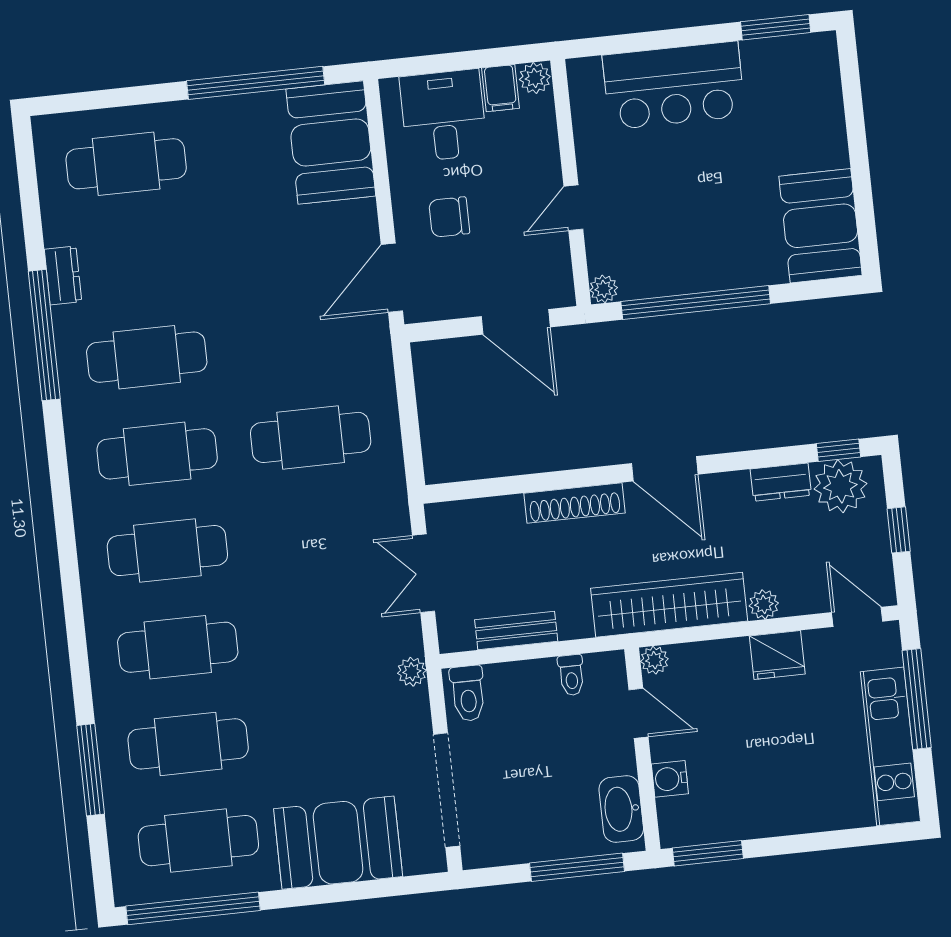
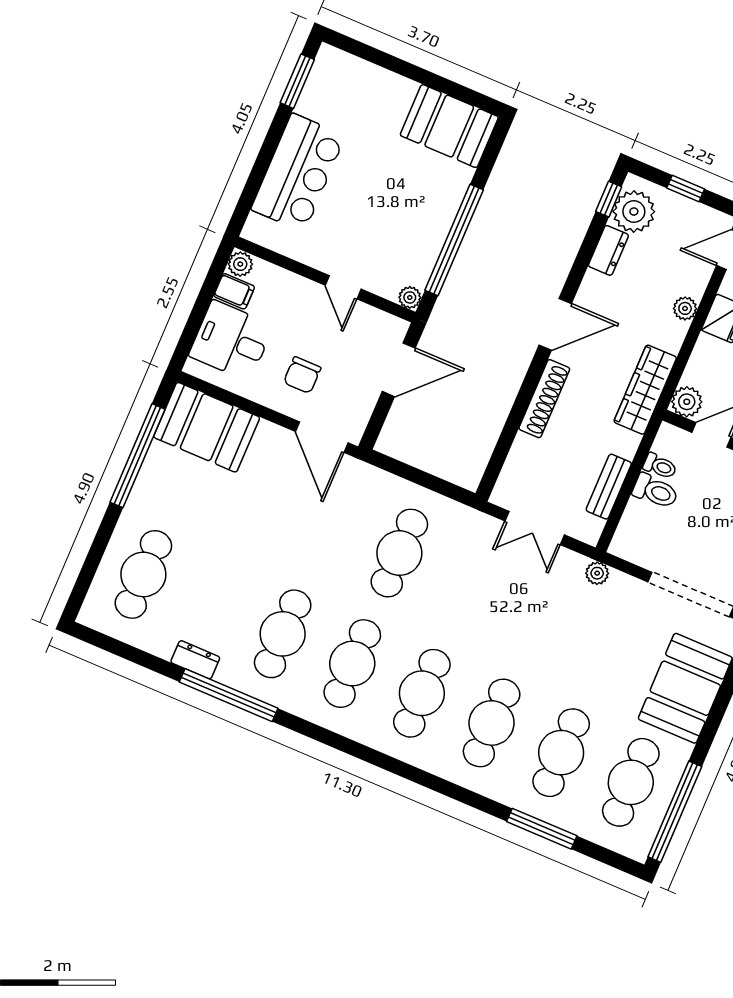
wardrobe: (669, 605) -> (645, 390), width x0.71, depth x0.85
plant: (654, 660) -> (687, 402), width x1.38, depth x1.38
toilet: (468, 693) -> (655, 491), moved

